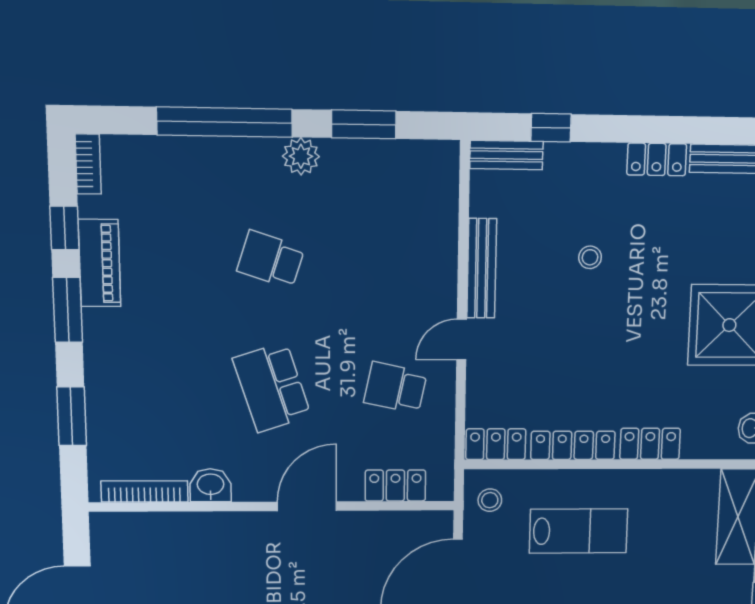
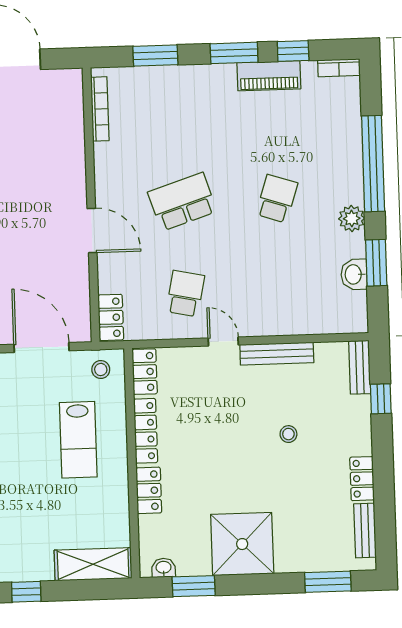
washbasin: (211, 485) -> (354, 274), moved, turned 180
locker: (395, 486) -> (111, 317), moved

